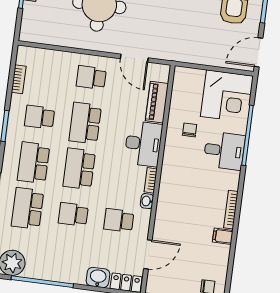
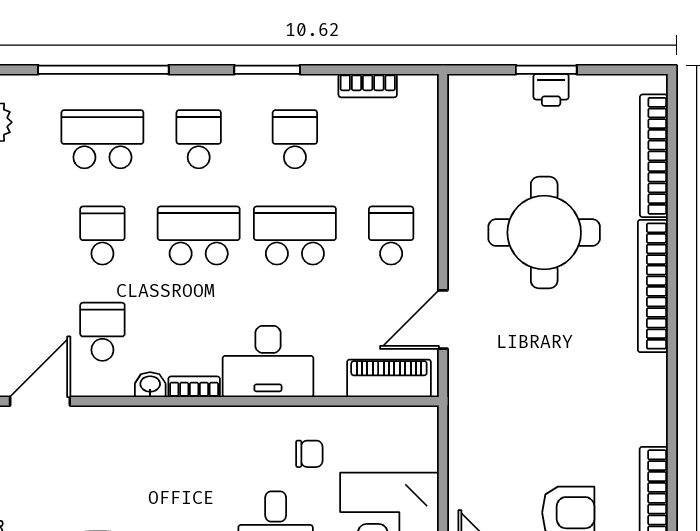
piano: (157, 102) -> (389, 378), moved
school desk: (34, 163) -> (199, 139), width x0.54
door: (148, 254) -> (40, 401), swing flipped

